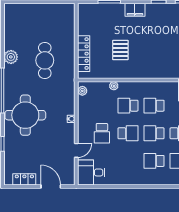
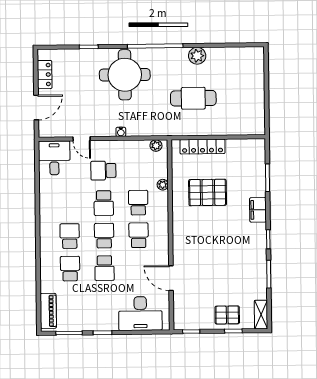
pallet: (120, 50) -> (208, 192), width x1.50, depth x1.42

